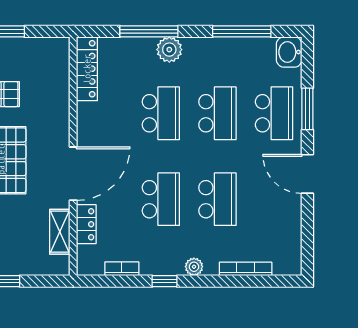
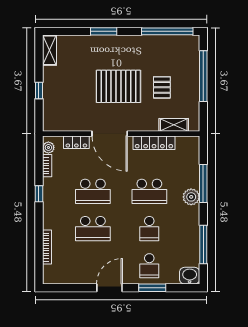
locker: (87, 69) -> (154, 143), moved
school desk: (217, 113) -> (149, 229), width x0.54
school desk: (274, 113) -> (149, 266), width x0.54
shelving: (60, 232) -> (174, 125), moved
plant: (194, 267) -> (48, 147), moved

